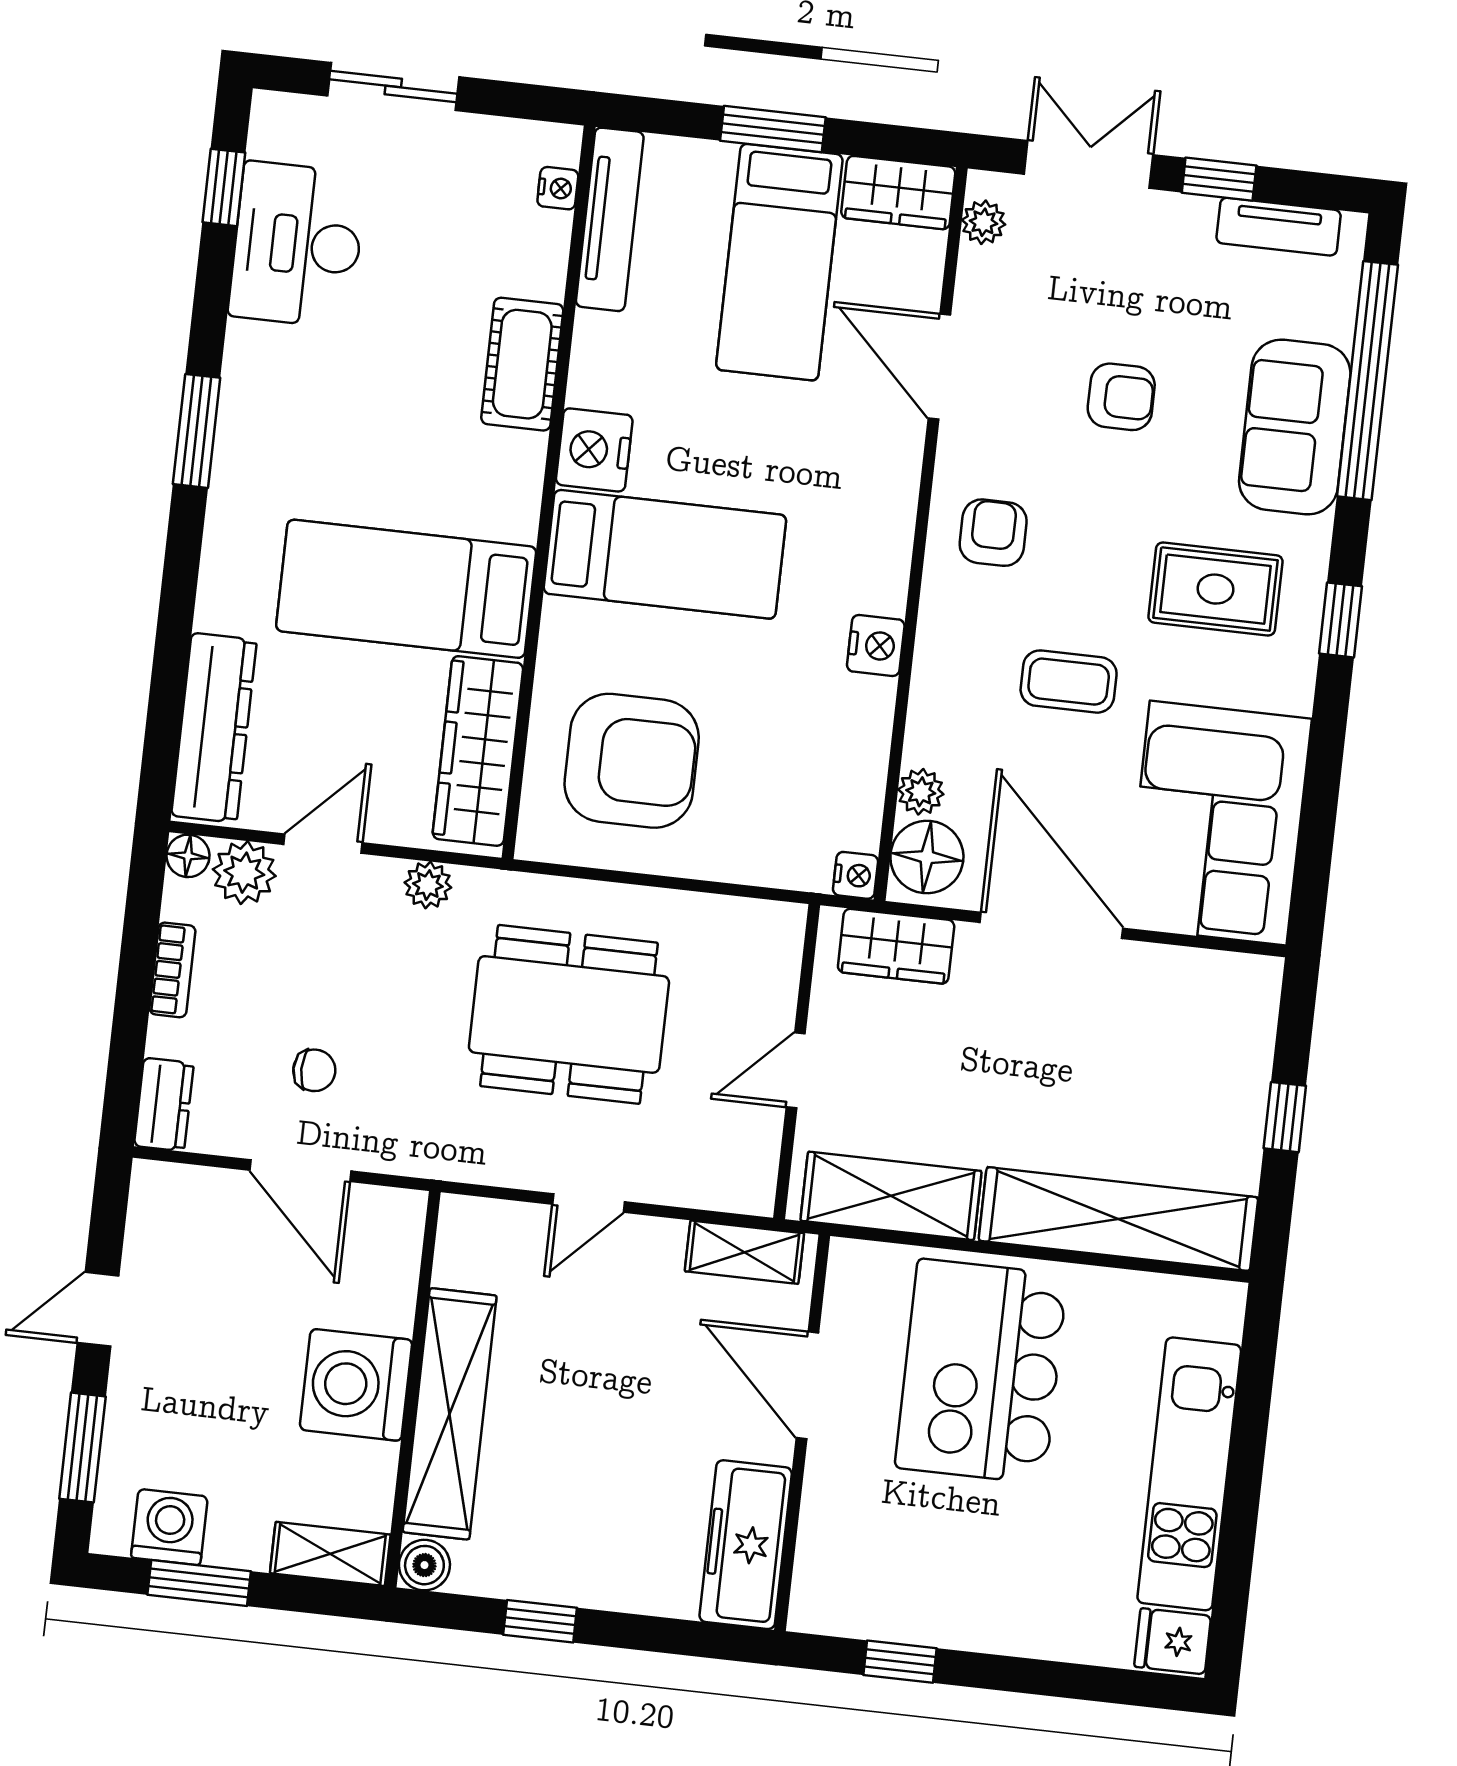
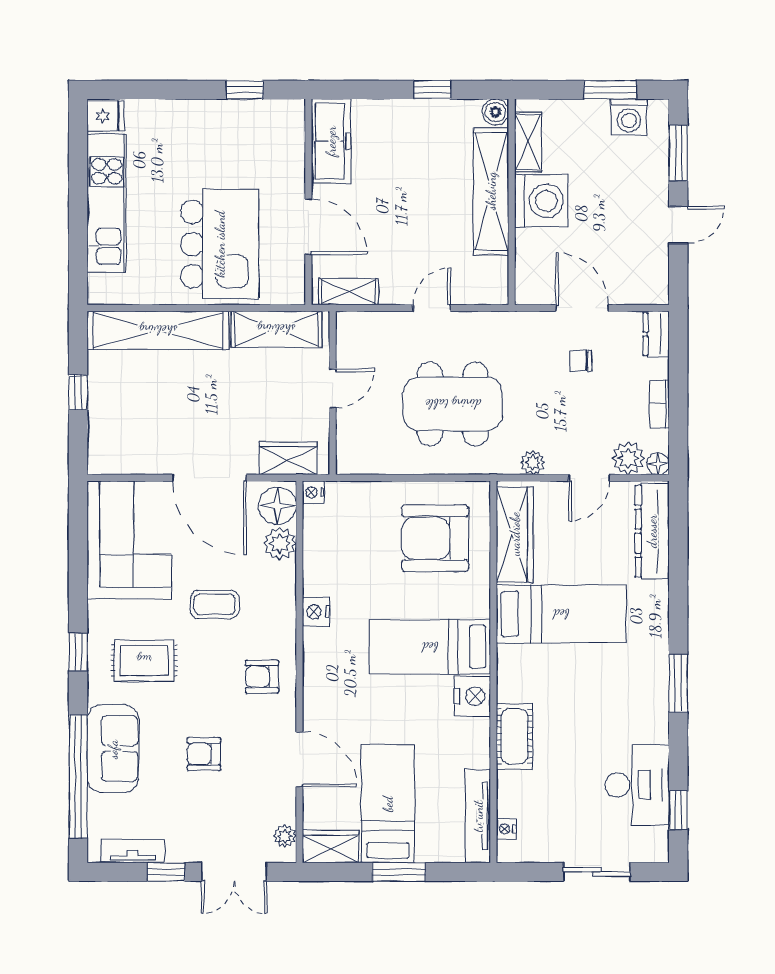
armchair: (993, 533) -> (262, 677), turned 90
plant: (921, 792) -> (280, 544), width x1.38, depth x1.38
shelving: (330, 1554) -> (528, 142), moved, turned 90

